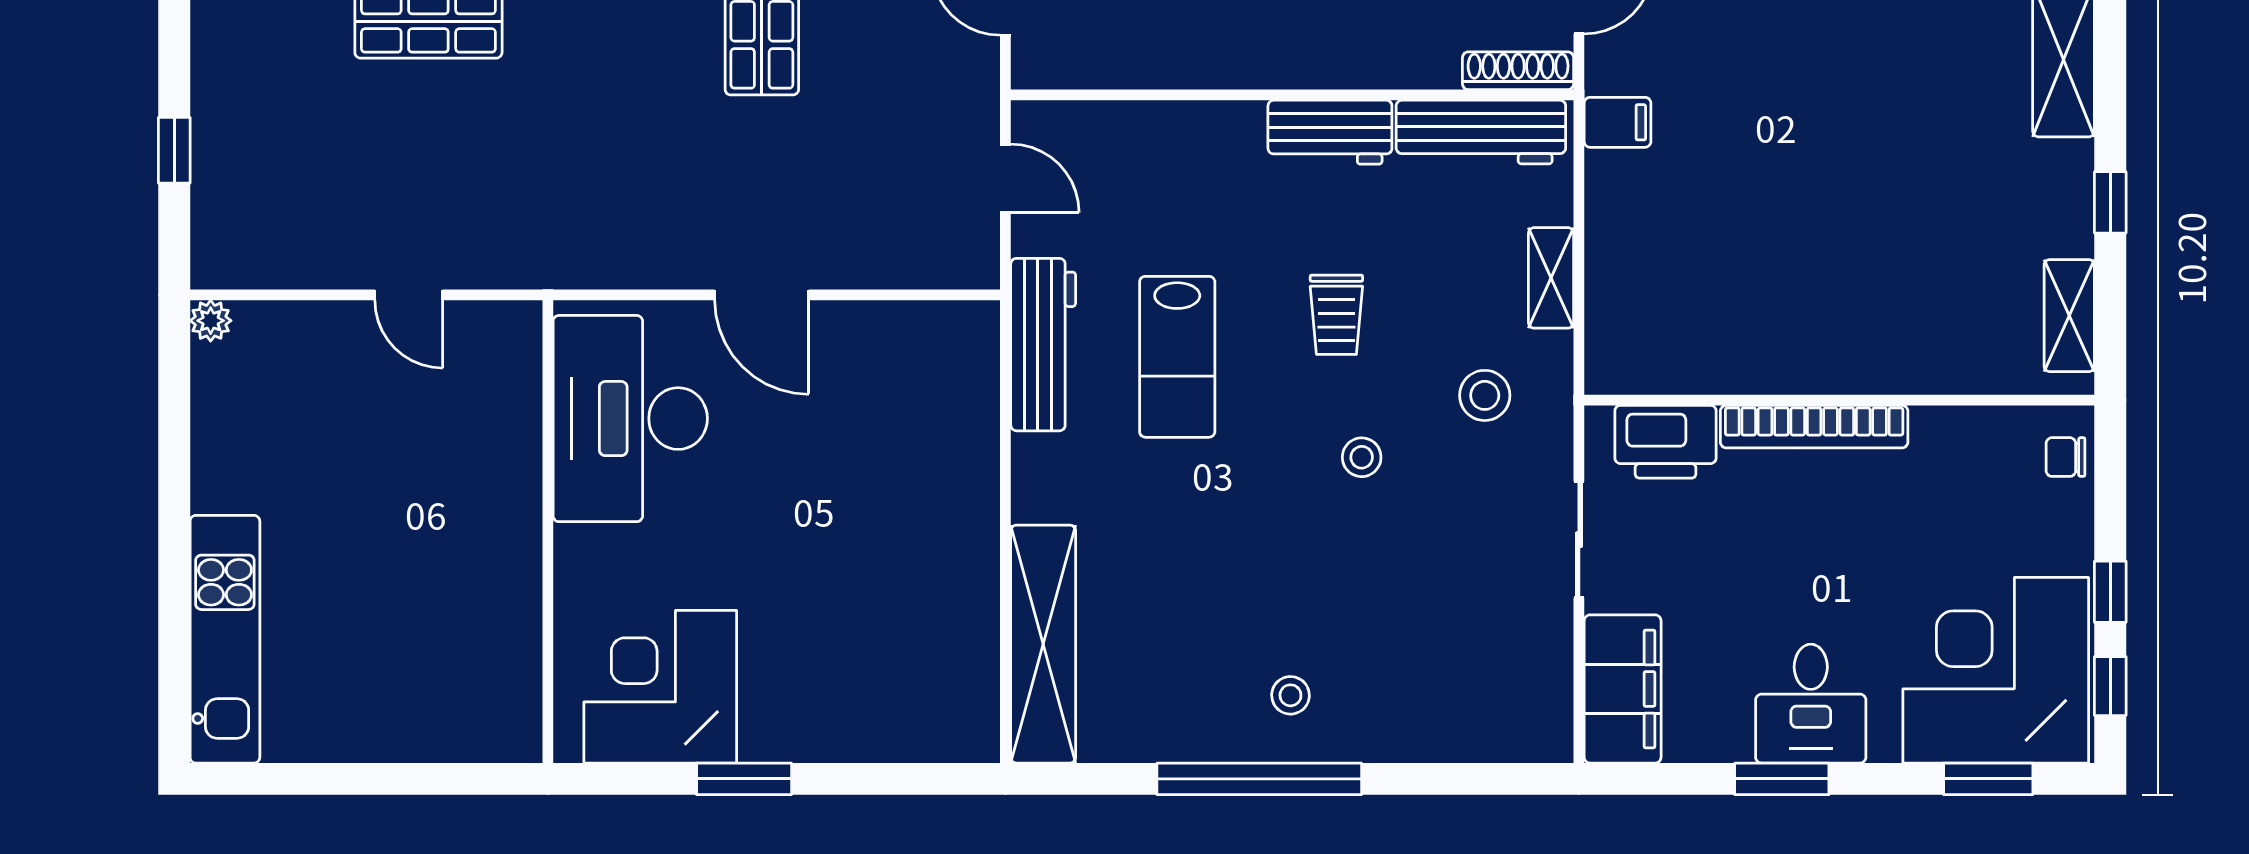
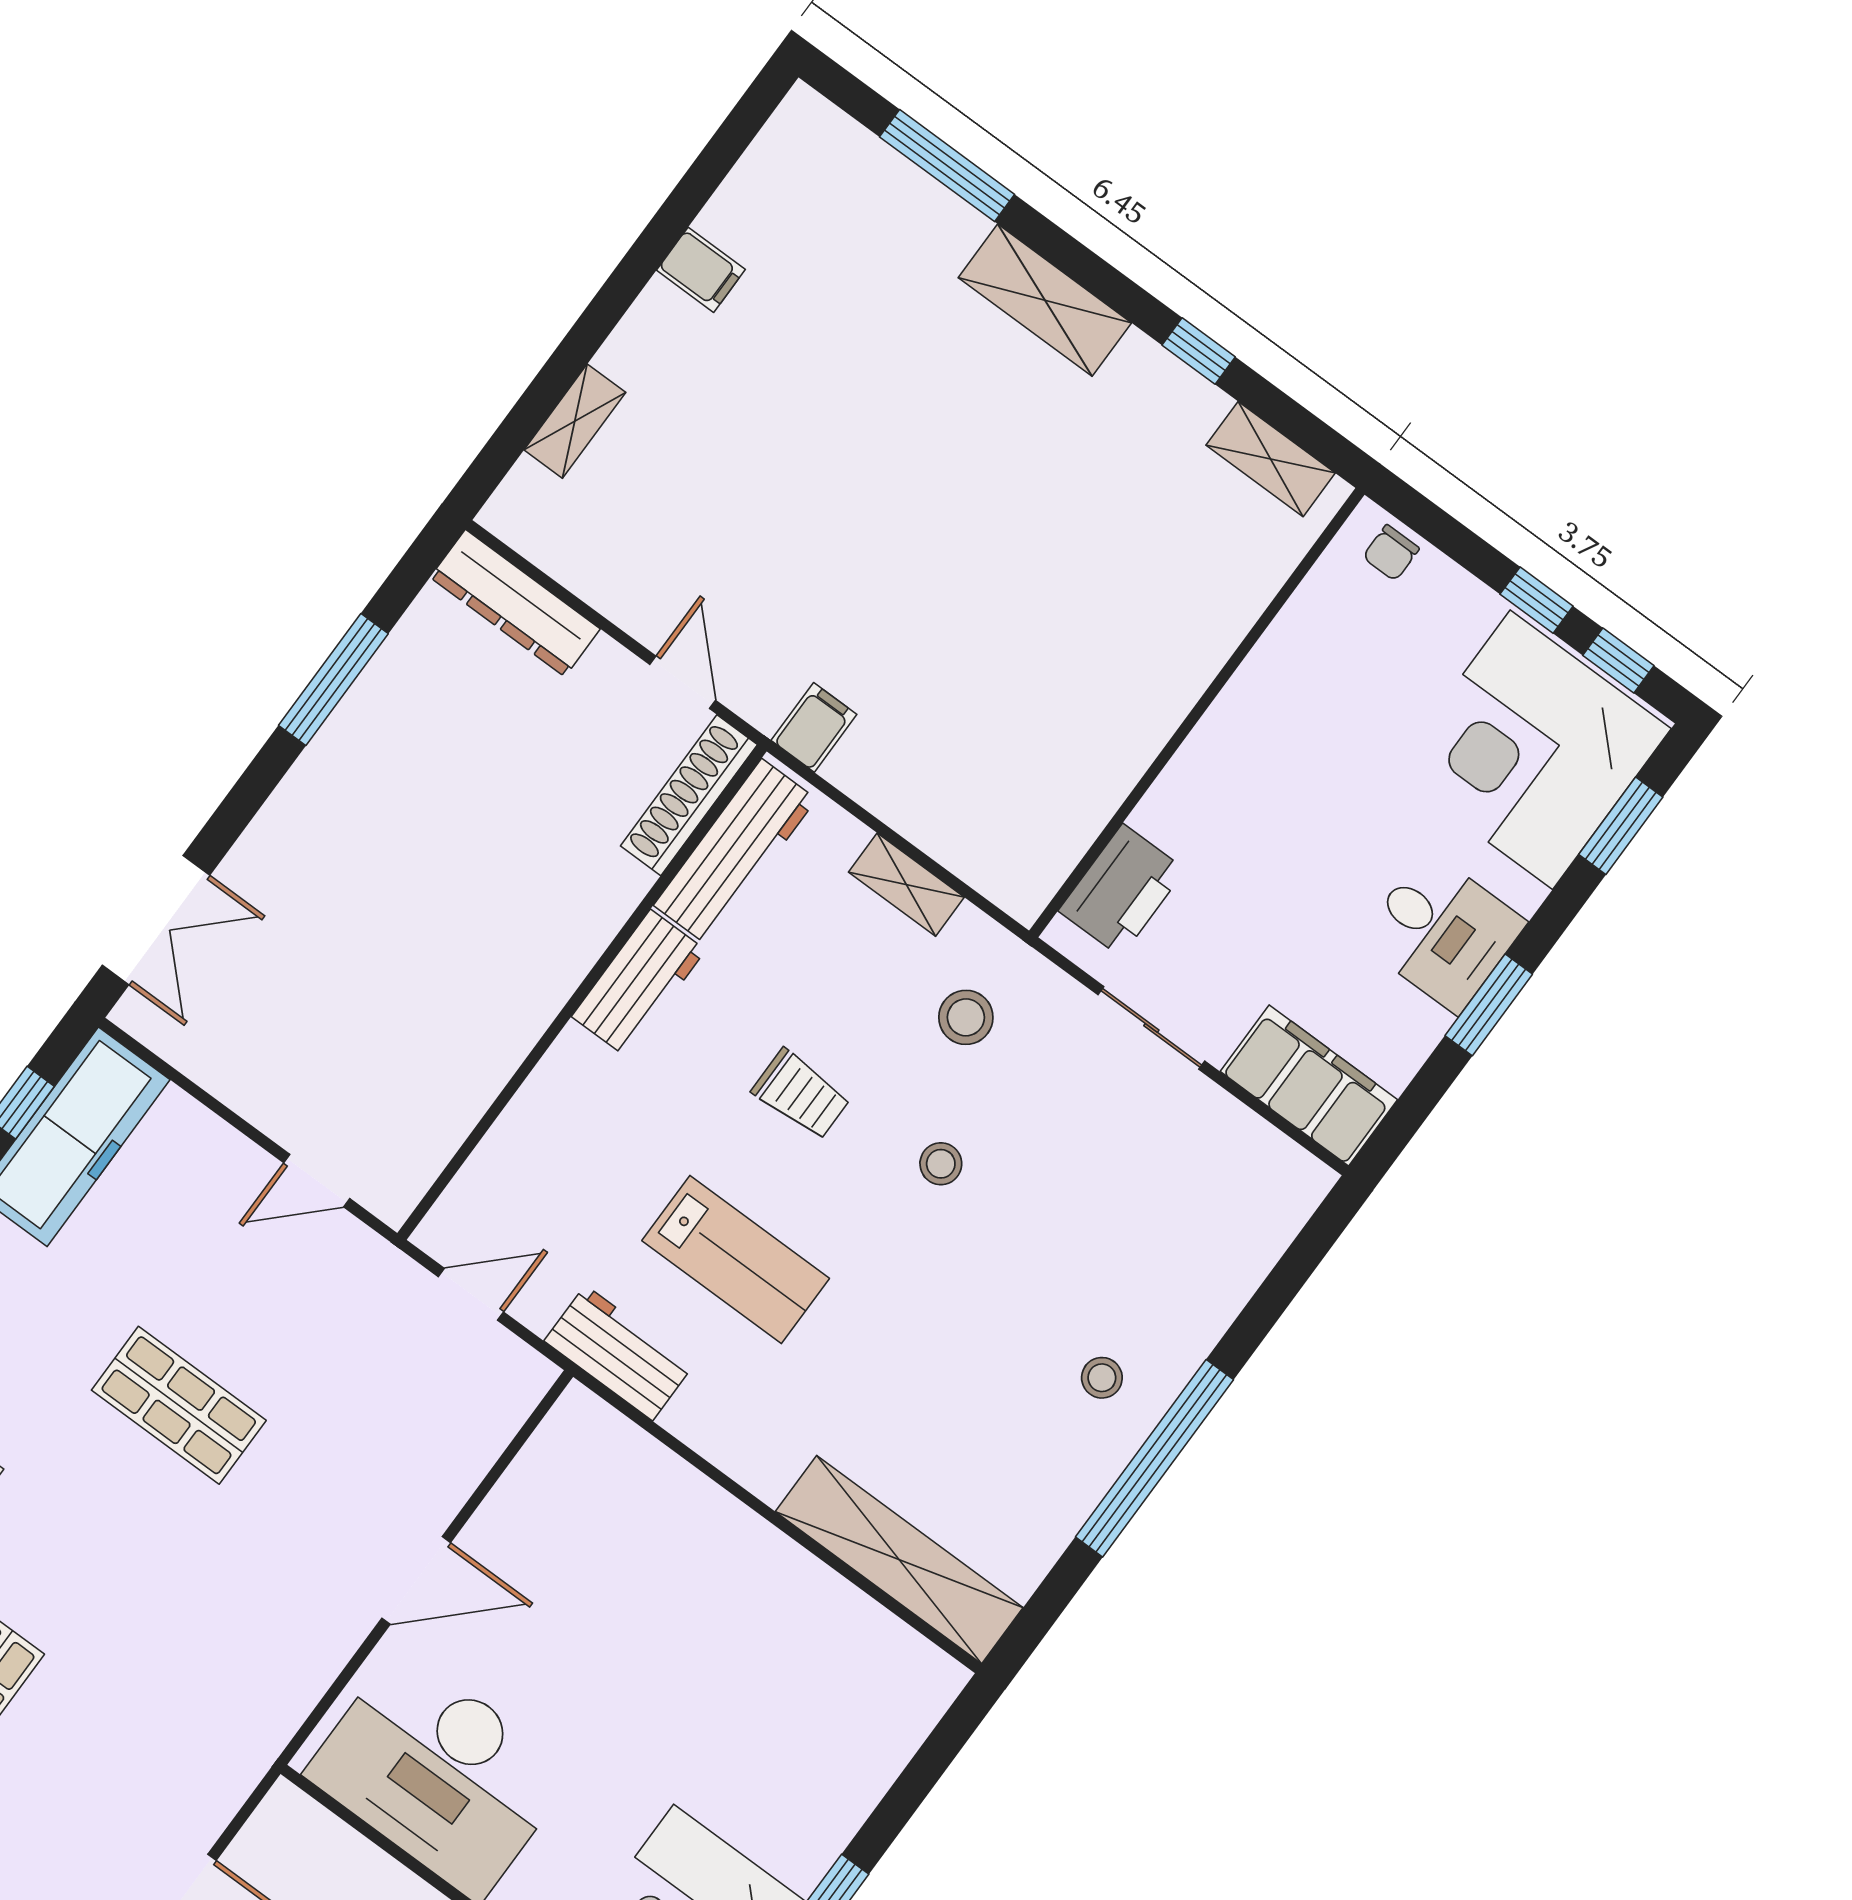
shoe rack: (1518, 71) -> (689, 795), width x1.36, depth x1.24
workbench: (1043, 345) -> (619, 1353), width x0.73
bookcase: (1814, 427) -> (1204, 751), removed

